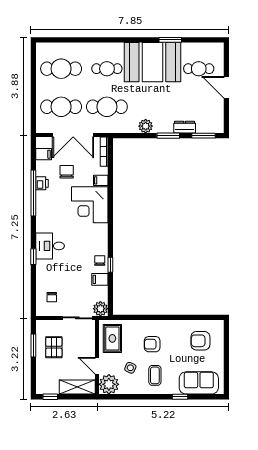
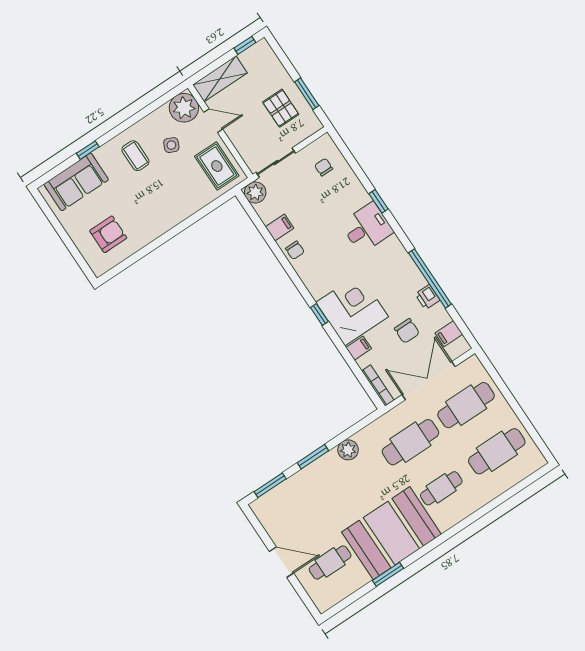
dresser: (185, 127) -> (300, 480), removed
window: (110, 265) -> (319, 314), moved
armchair: (152, 344) -> (164, 191), removed

